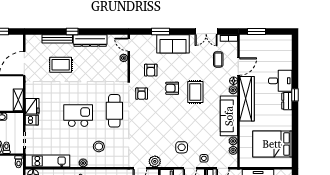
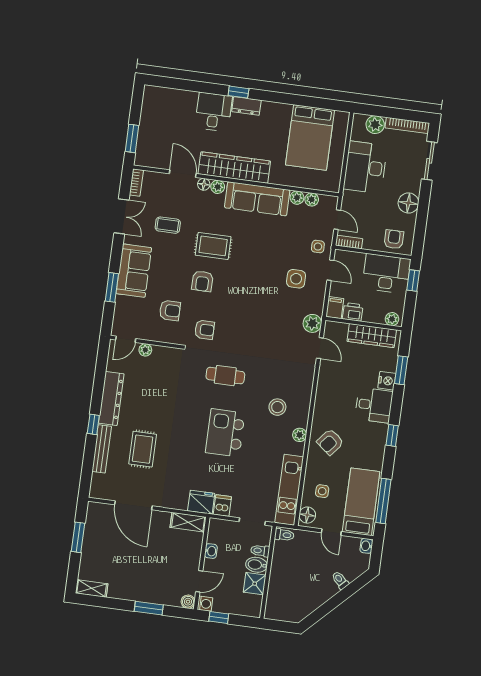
coffee table: (218, 59) -> (168, 225), moved
cafe table: (114, 111) -> (225, 376), width x0.73, depth x0.74

